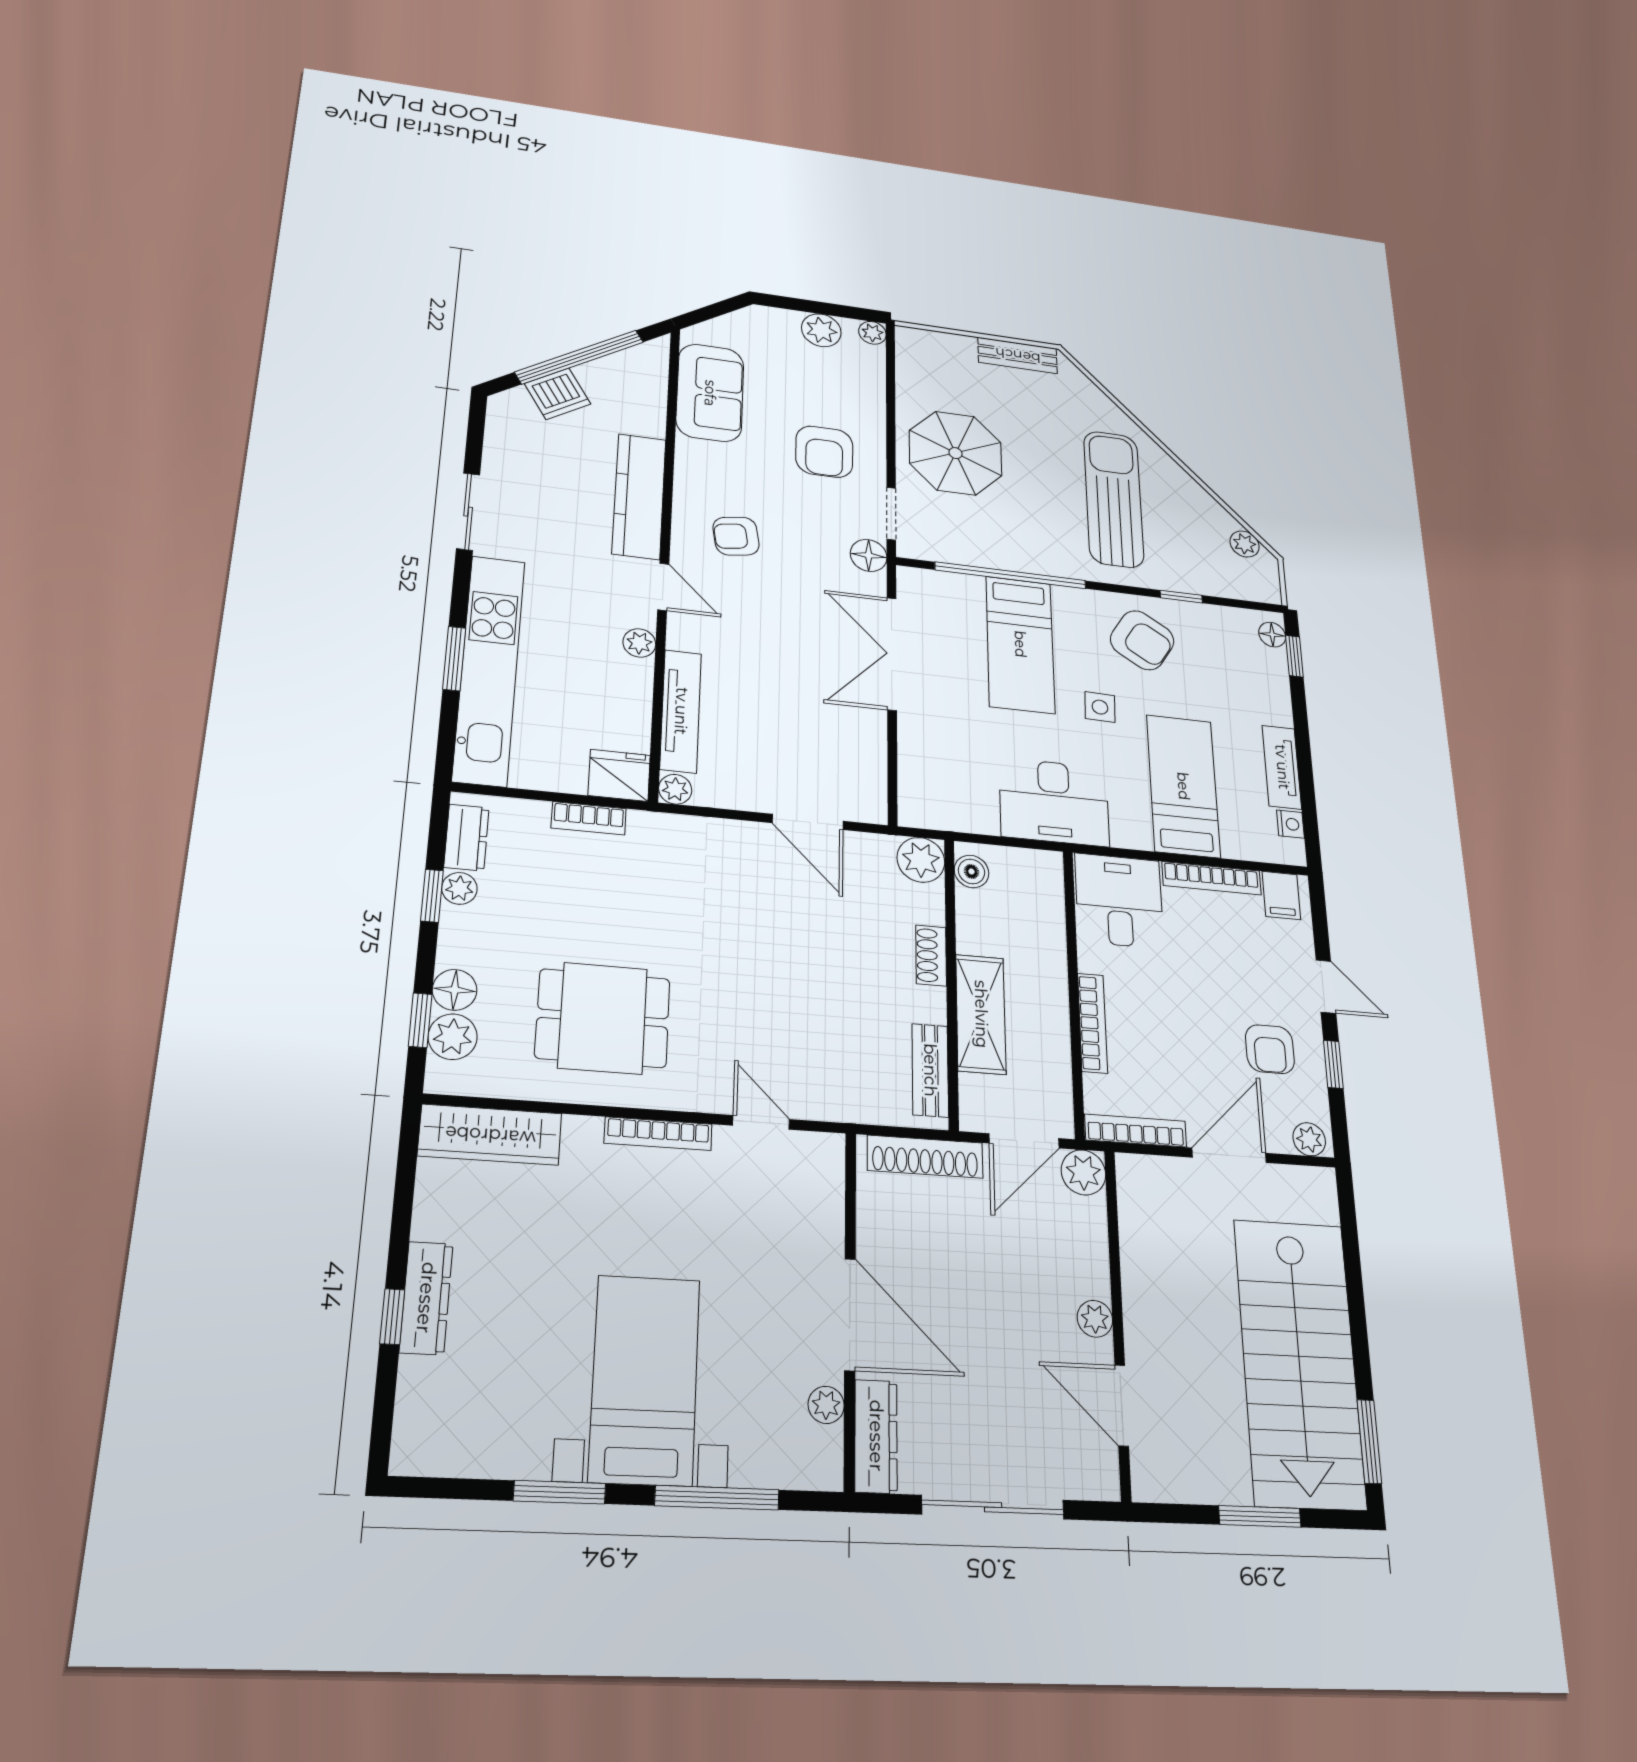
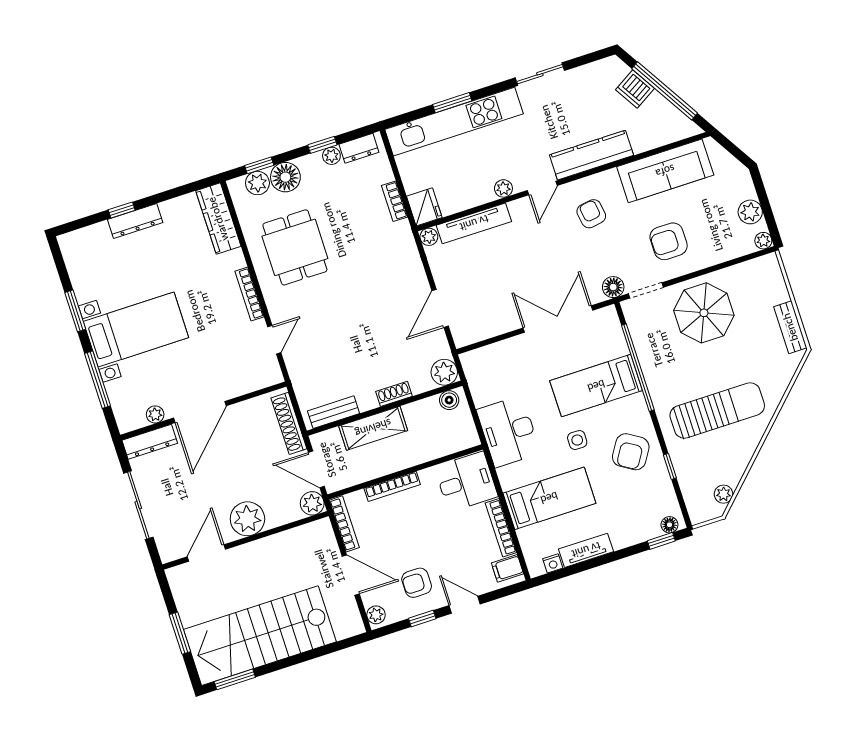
sofa: (710, 393) -> (665, 171), width x1.36
door: (1326, 987) -> (465, 605), swing flipped
floor lamp: (455, 990) -> (285, 177), width x1.38, depth x1.38
plant: (1095, 1319) -> (247, 519), width x1.87, depth x1.87

